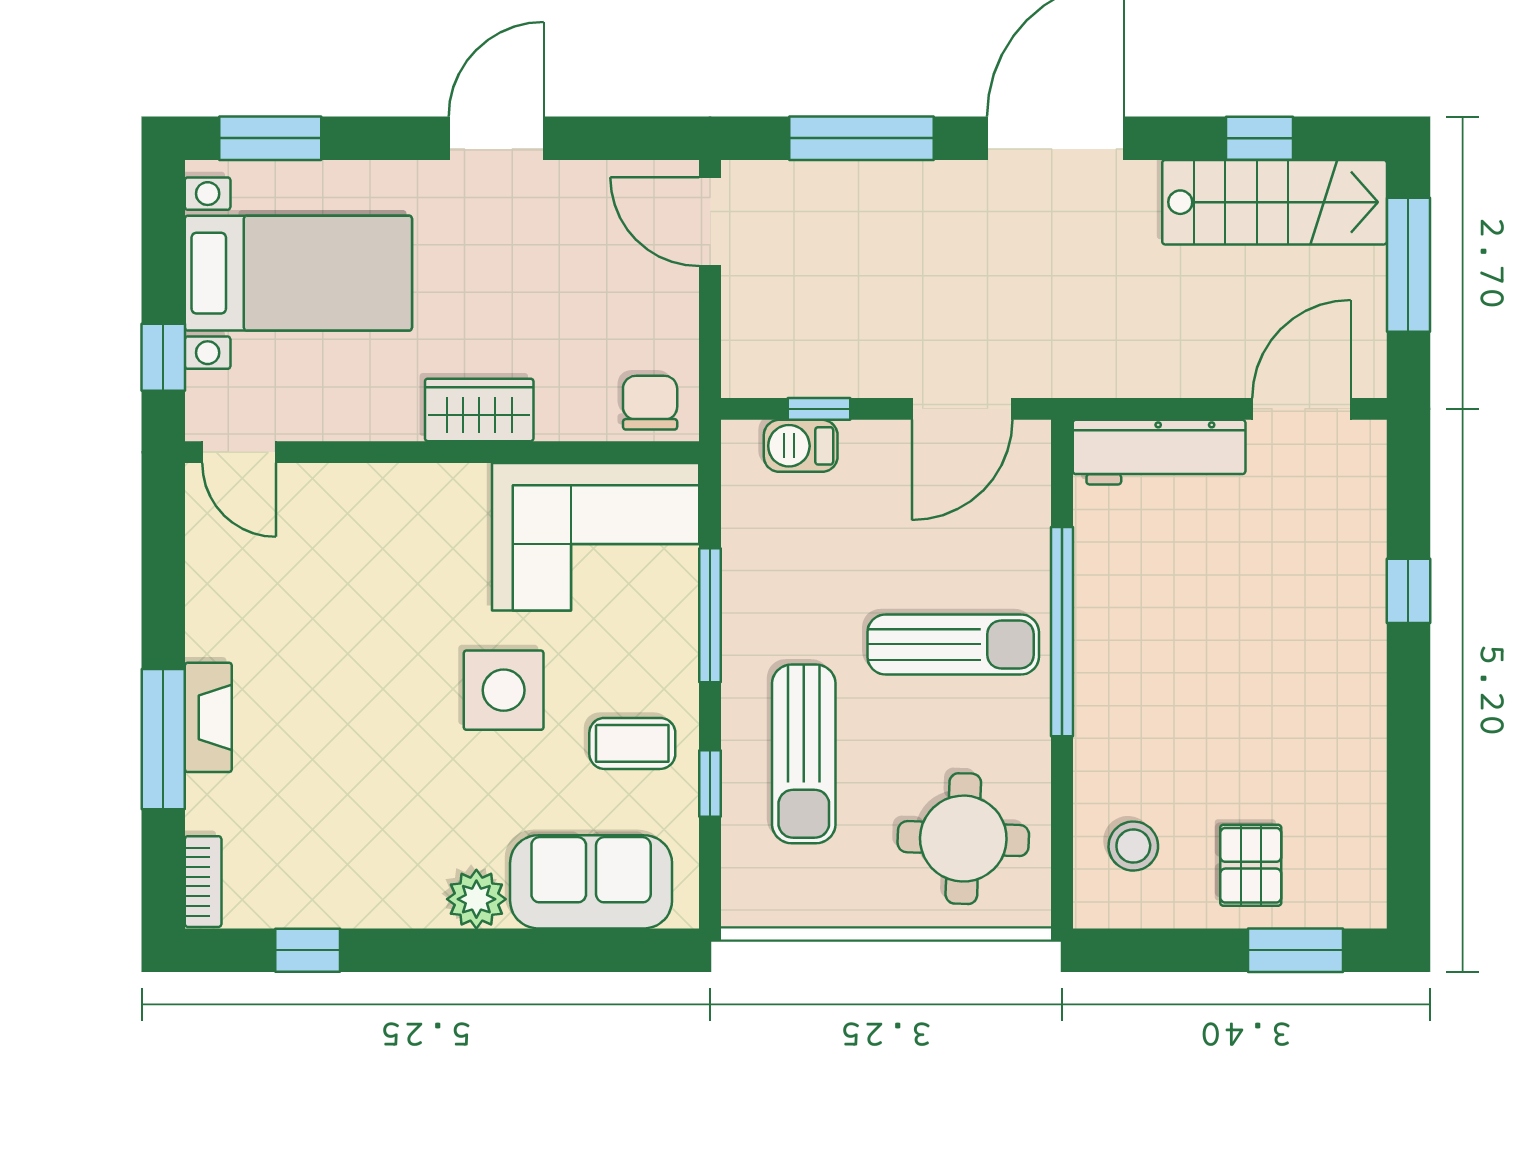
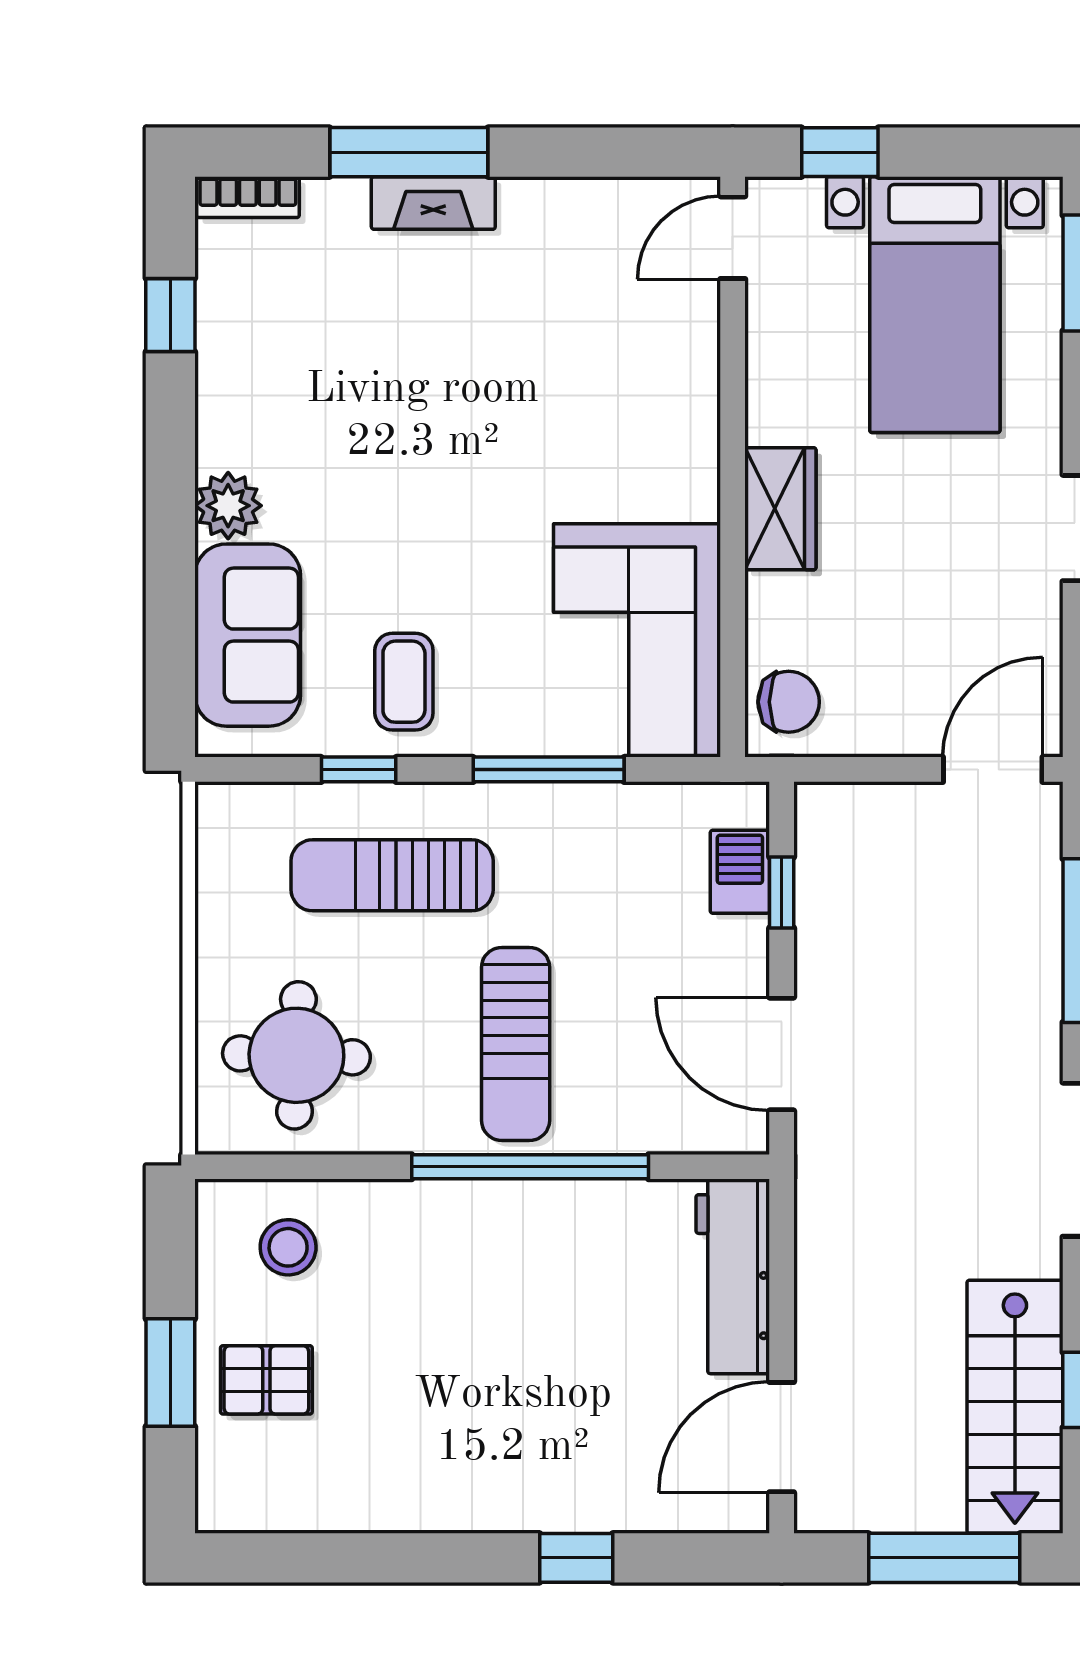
door: (1301, 409) -> (782, 1437), swing flipped
side table: (504, 690) -> (464, 536), removed
window: (1295, 950) -> (170, 1373), moved

